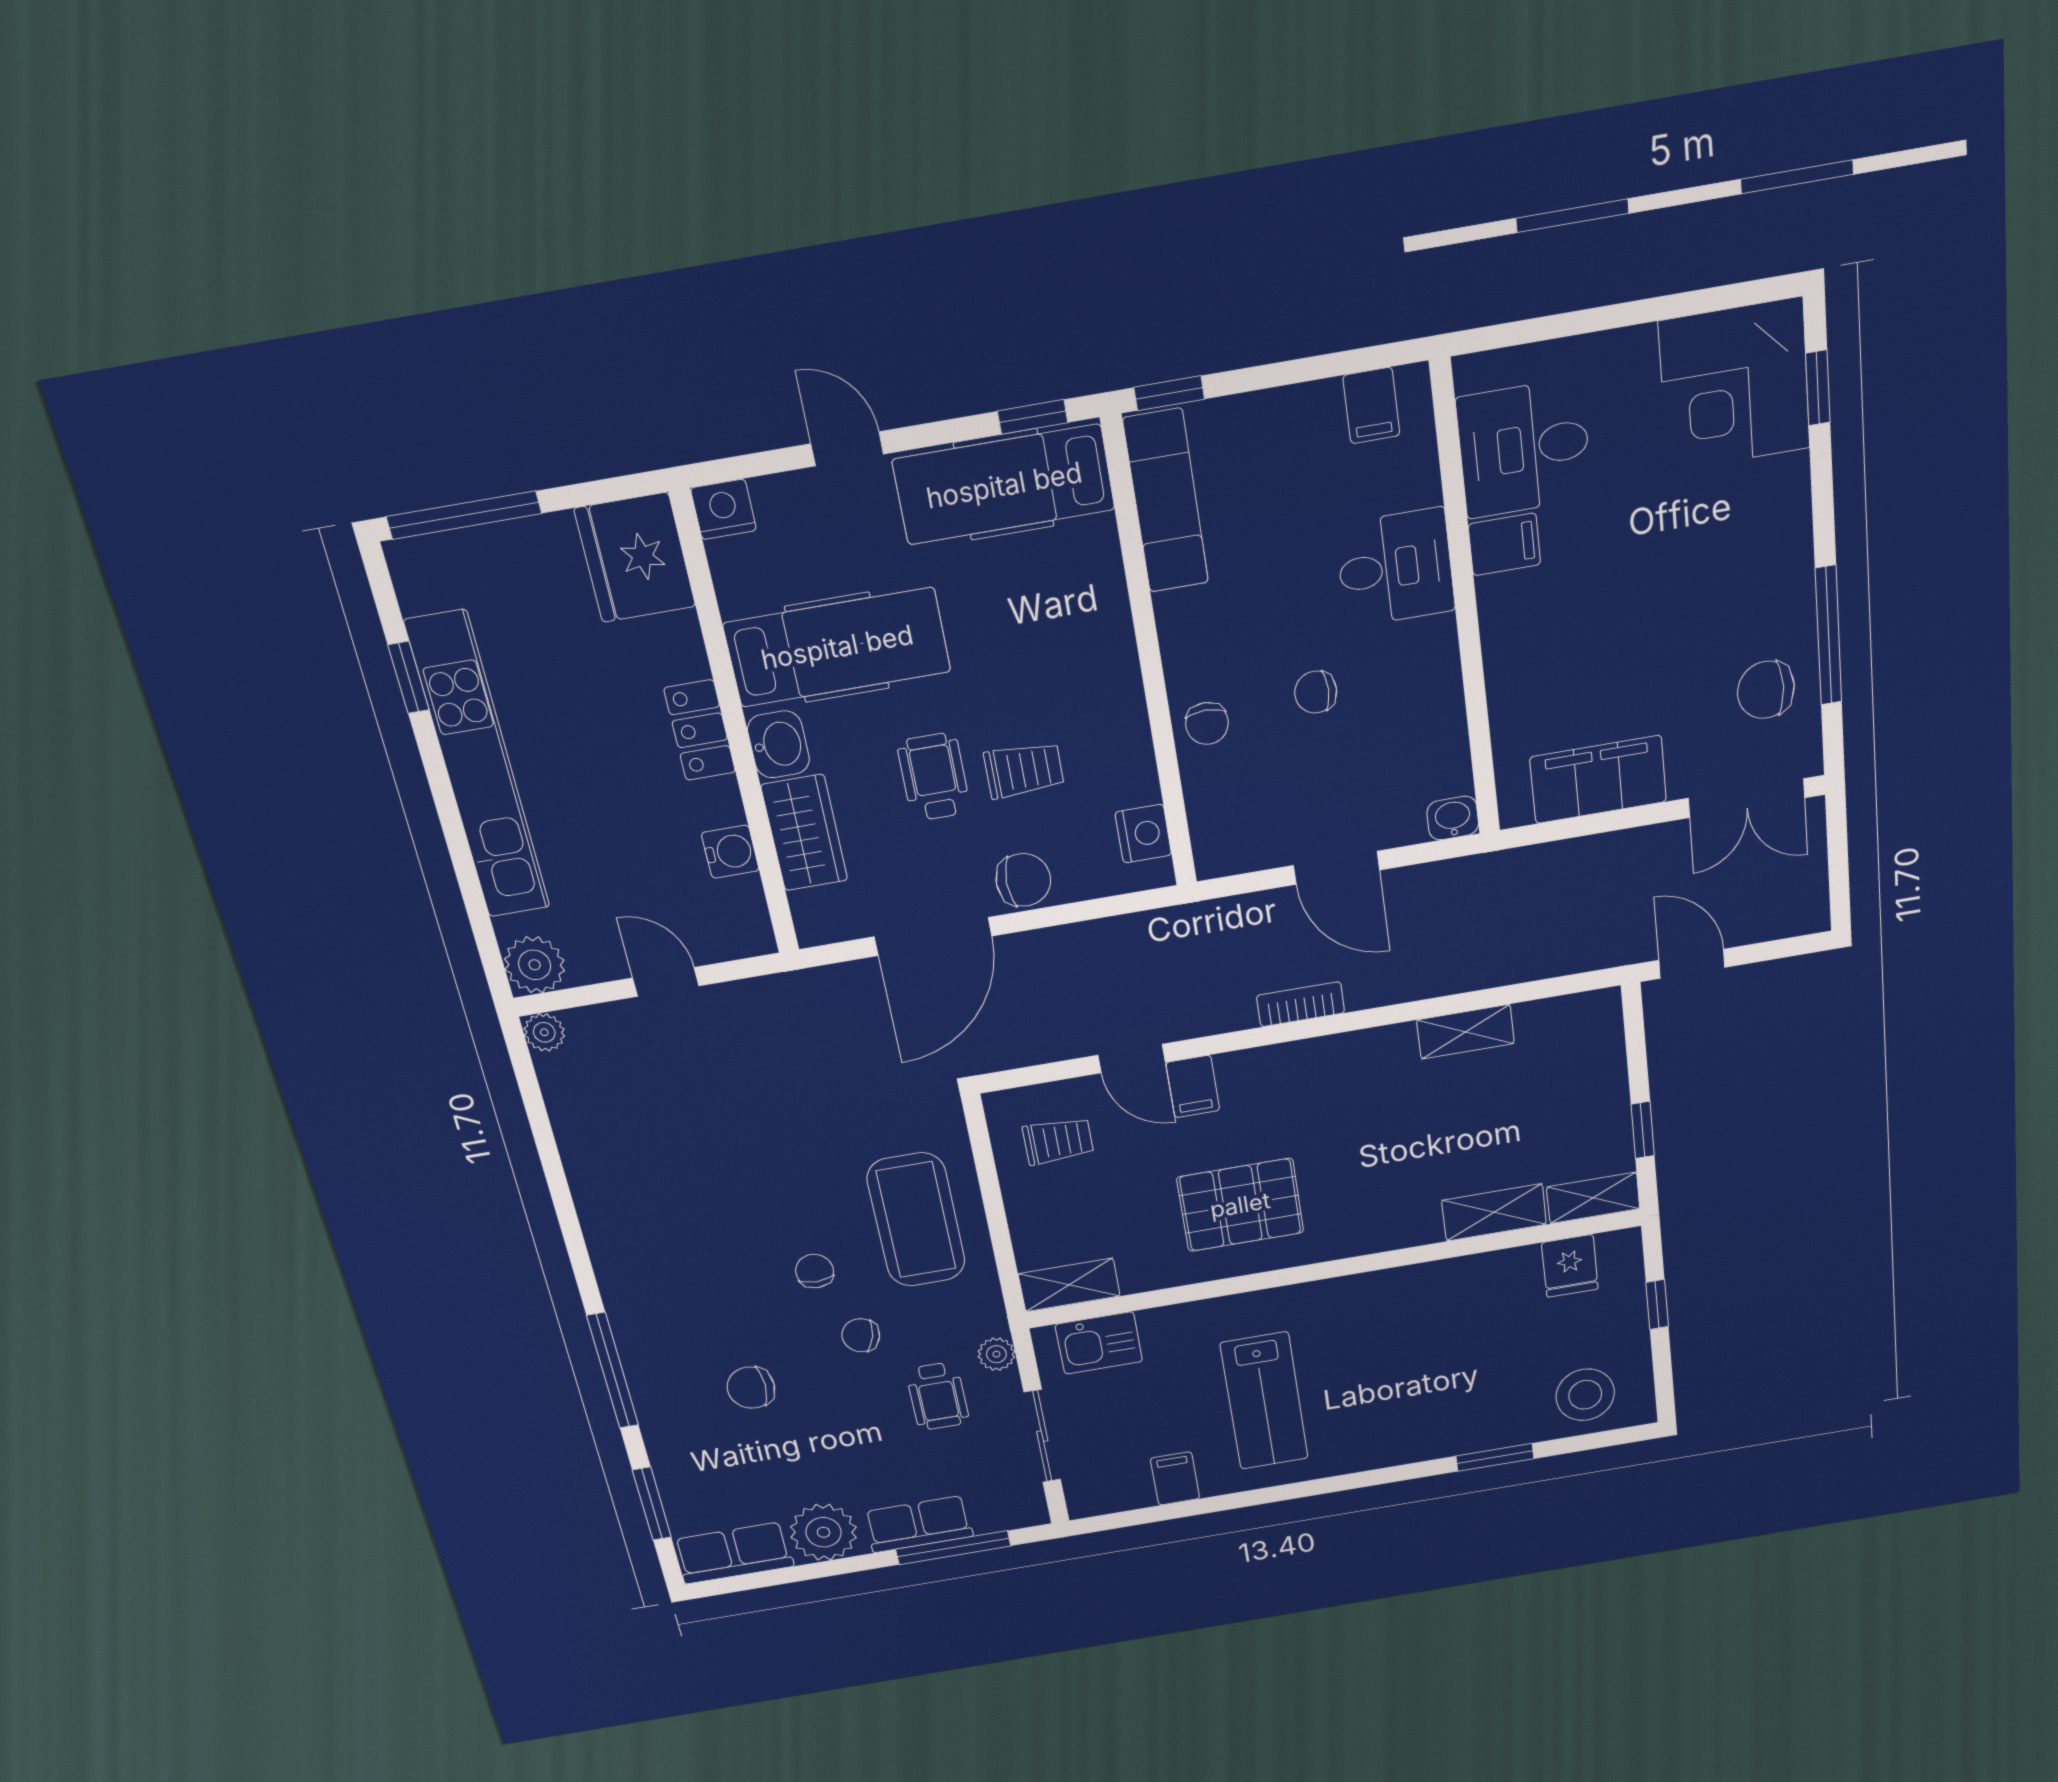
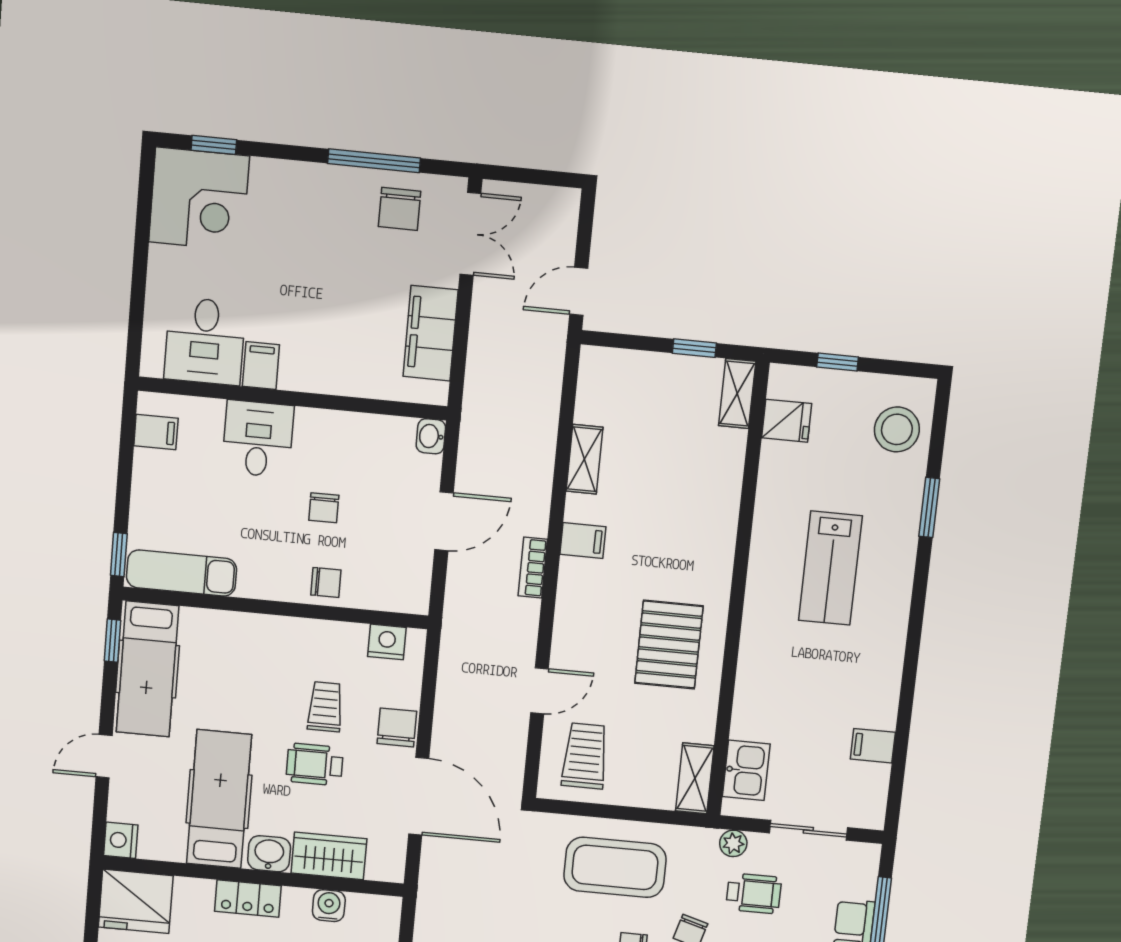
filing cabinet: (1193, 1087) -> (583, 541), moved
trolley: (1058, 1141) -> (585, 756), width x1.36, depth x1.39
shelving: (1494, 1212) -> (727, 467), removed
lab bench: (1264, 1401) -> (830, 568), moved, turned 90

